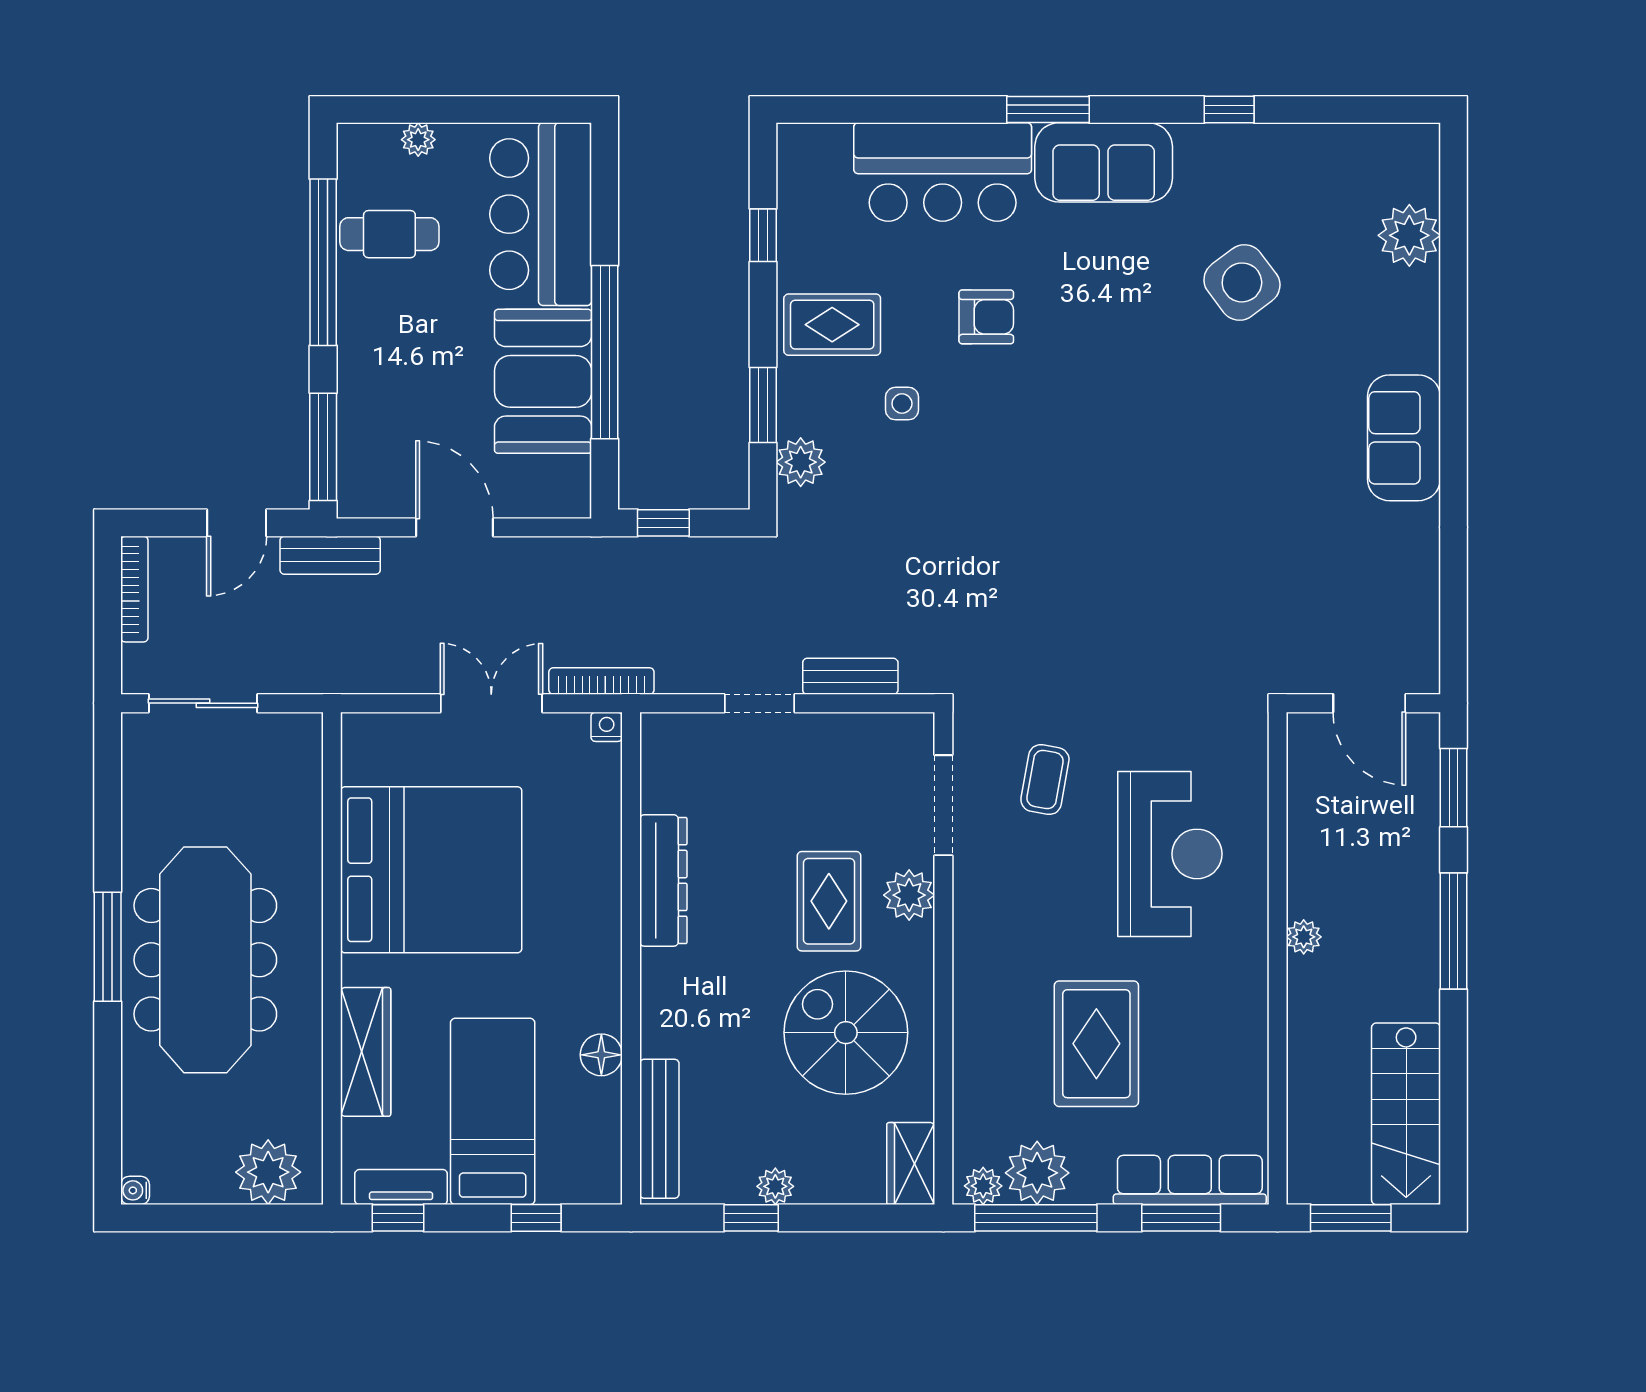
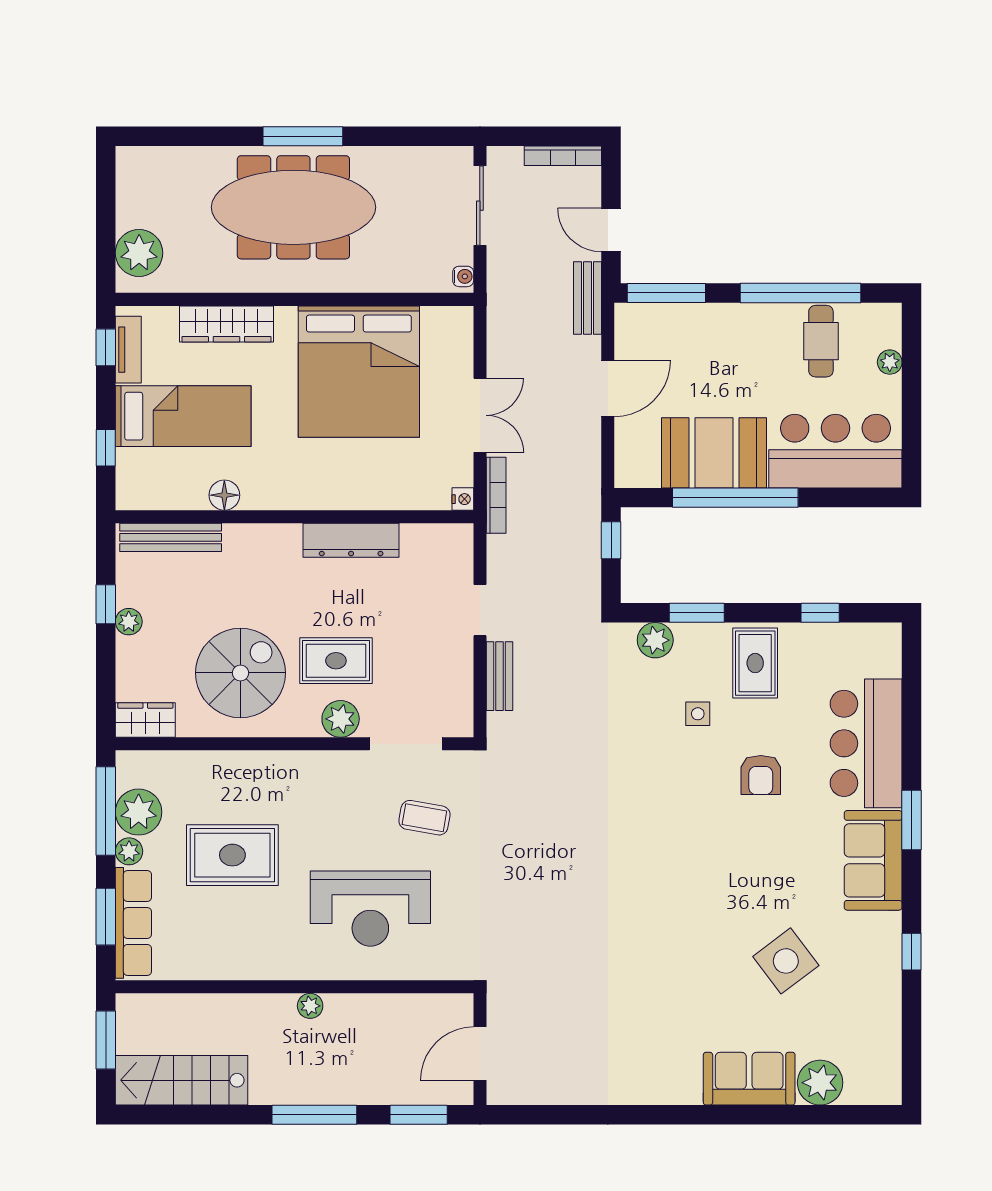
sofa: (1404, 438) -> (749, 1079), moved
plant: (983, 1186) -> (129, 851), moved
water cooler: (135, 1190) -> (463, 276), moved, turned 90

